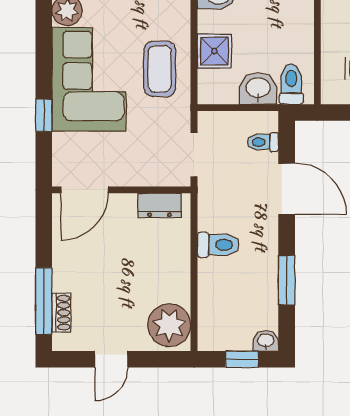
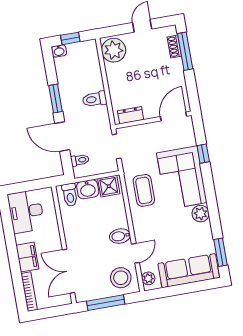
shower: (214, 51) -> (109, 186), moved
window: (287, 280) -> (55, 98), moved

